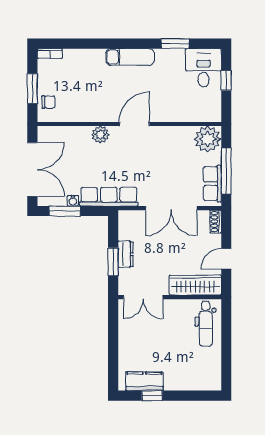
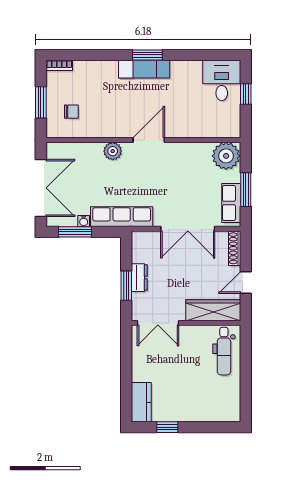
window: (175, 44) -> (147, 55), moved
chair: (49, 102) -> (71, 112), moved
window: (226, 171) -> (246, 190), width x0.69
shoe rack: (216, 222) -> (235, 248), width x1.43
kitchen counter: (144, 381) -> (141, 402), moved, turned 90

